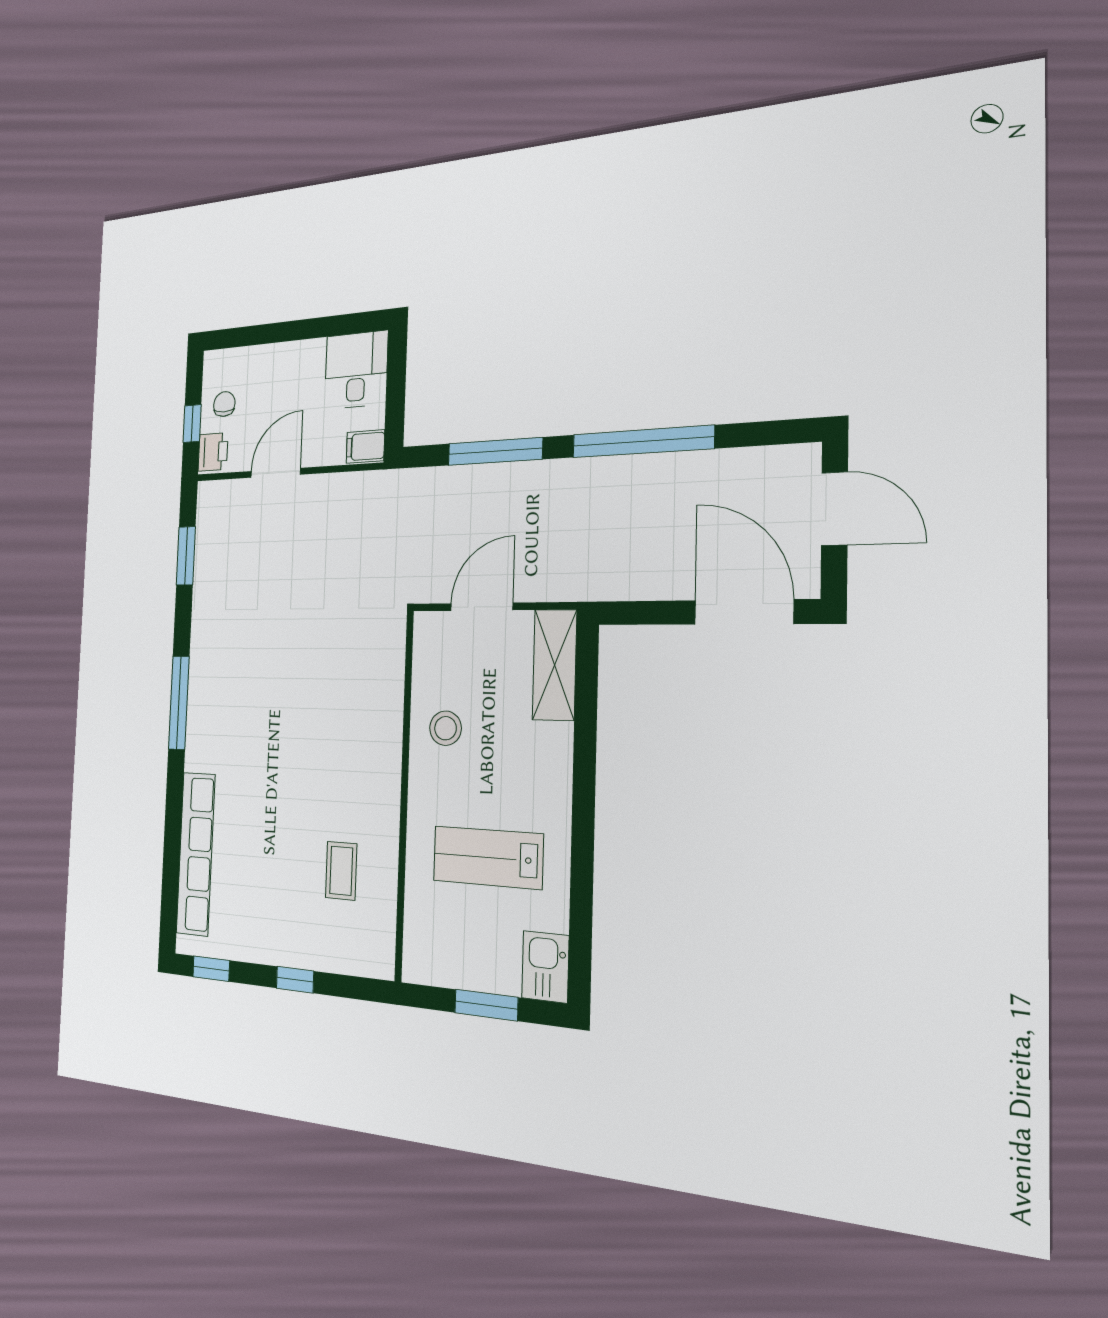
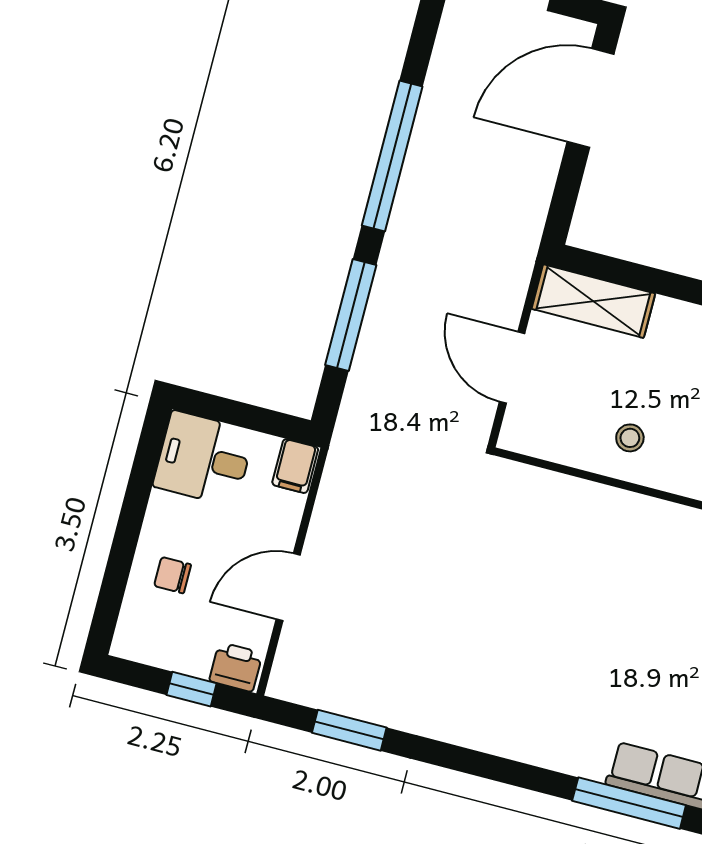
chair: (224, 404) -> (173, 575), moved
door: (276, 473) -> (288, 587), hinge flipped
window: (179, 703) -> (629, 803), moved
stool: (446, 728) -> (630, 438), width x0.73, depth x0.73

